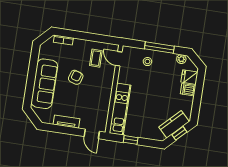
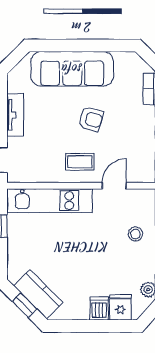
coffee table: (96, 58) -> (80, 162), moved
door: (119, 59) -> (114, 186), moved

